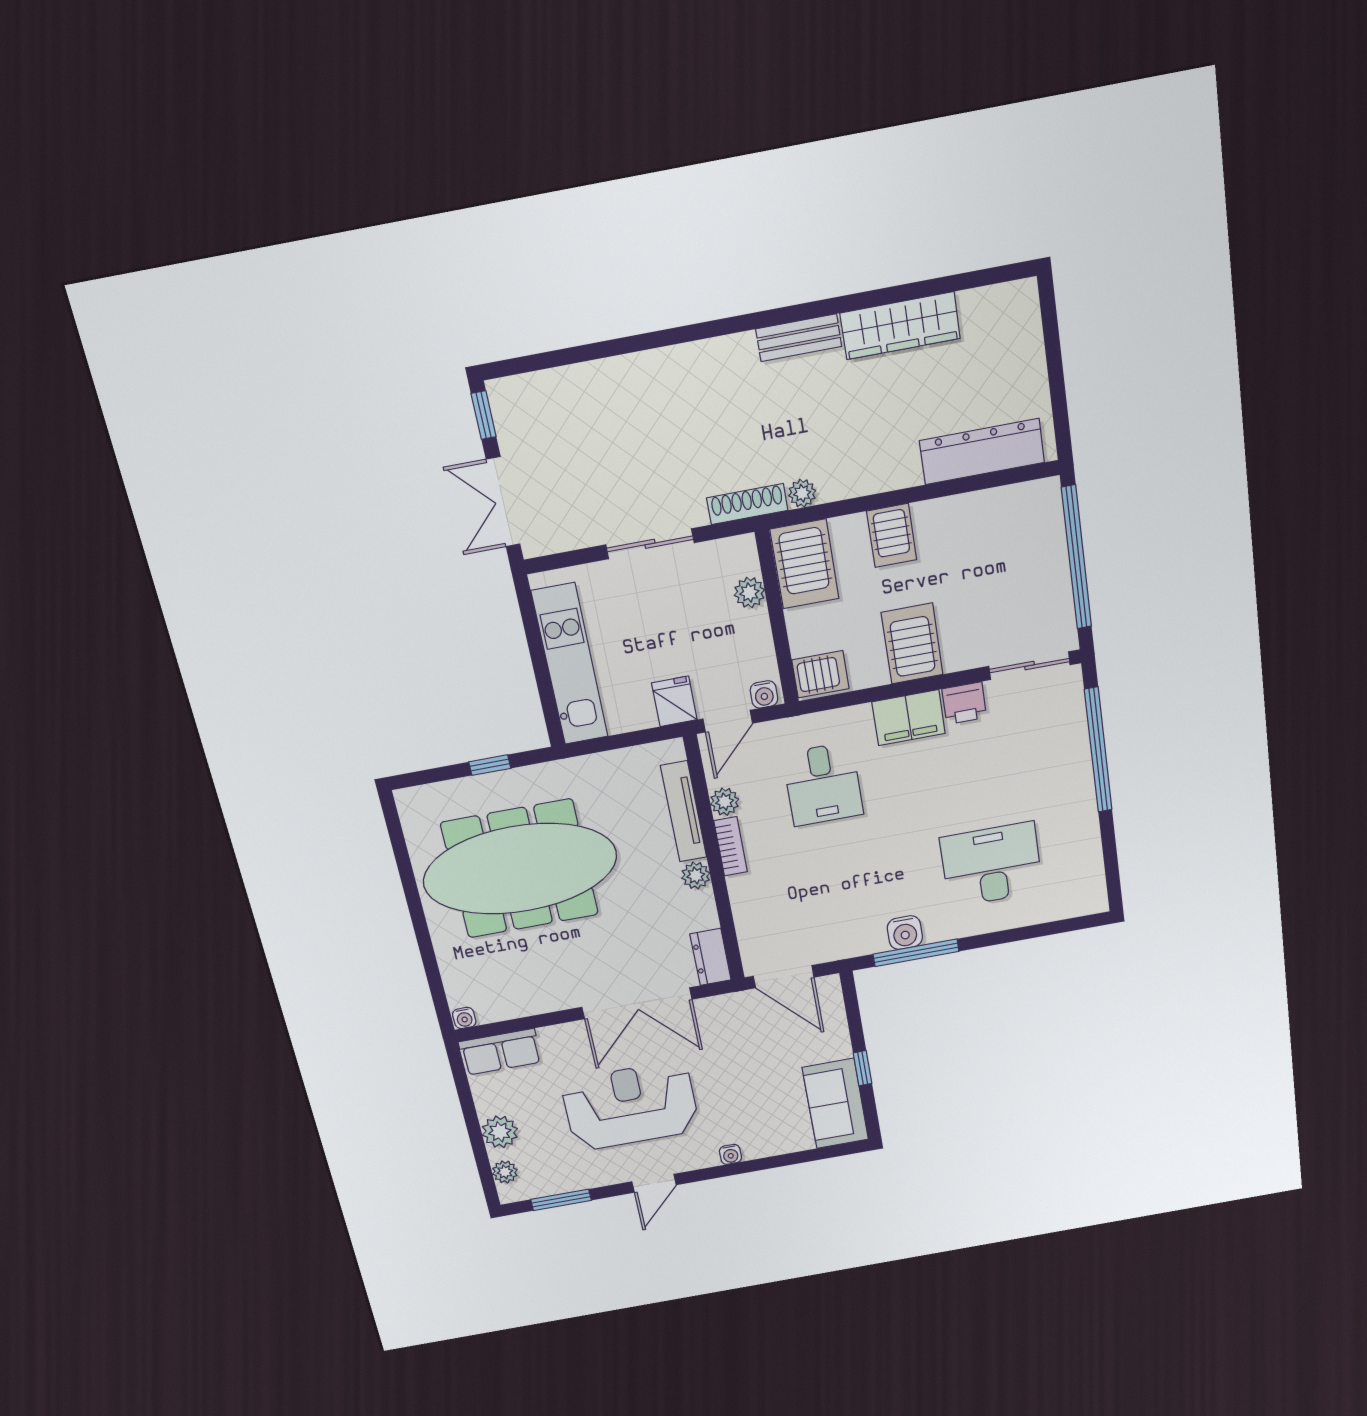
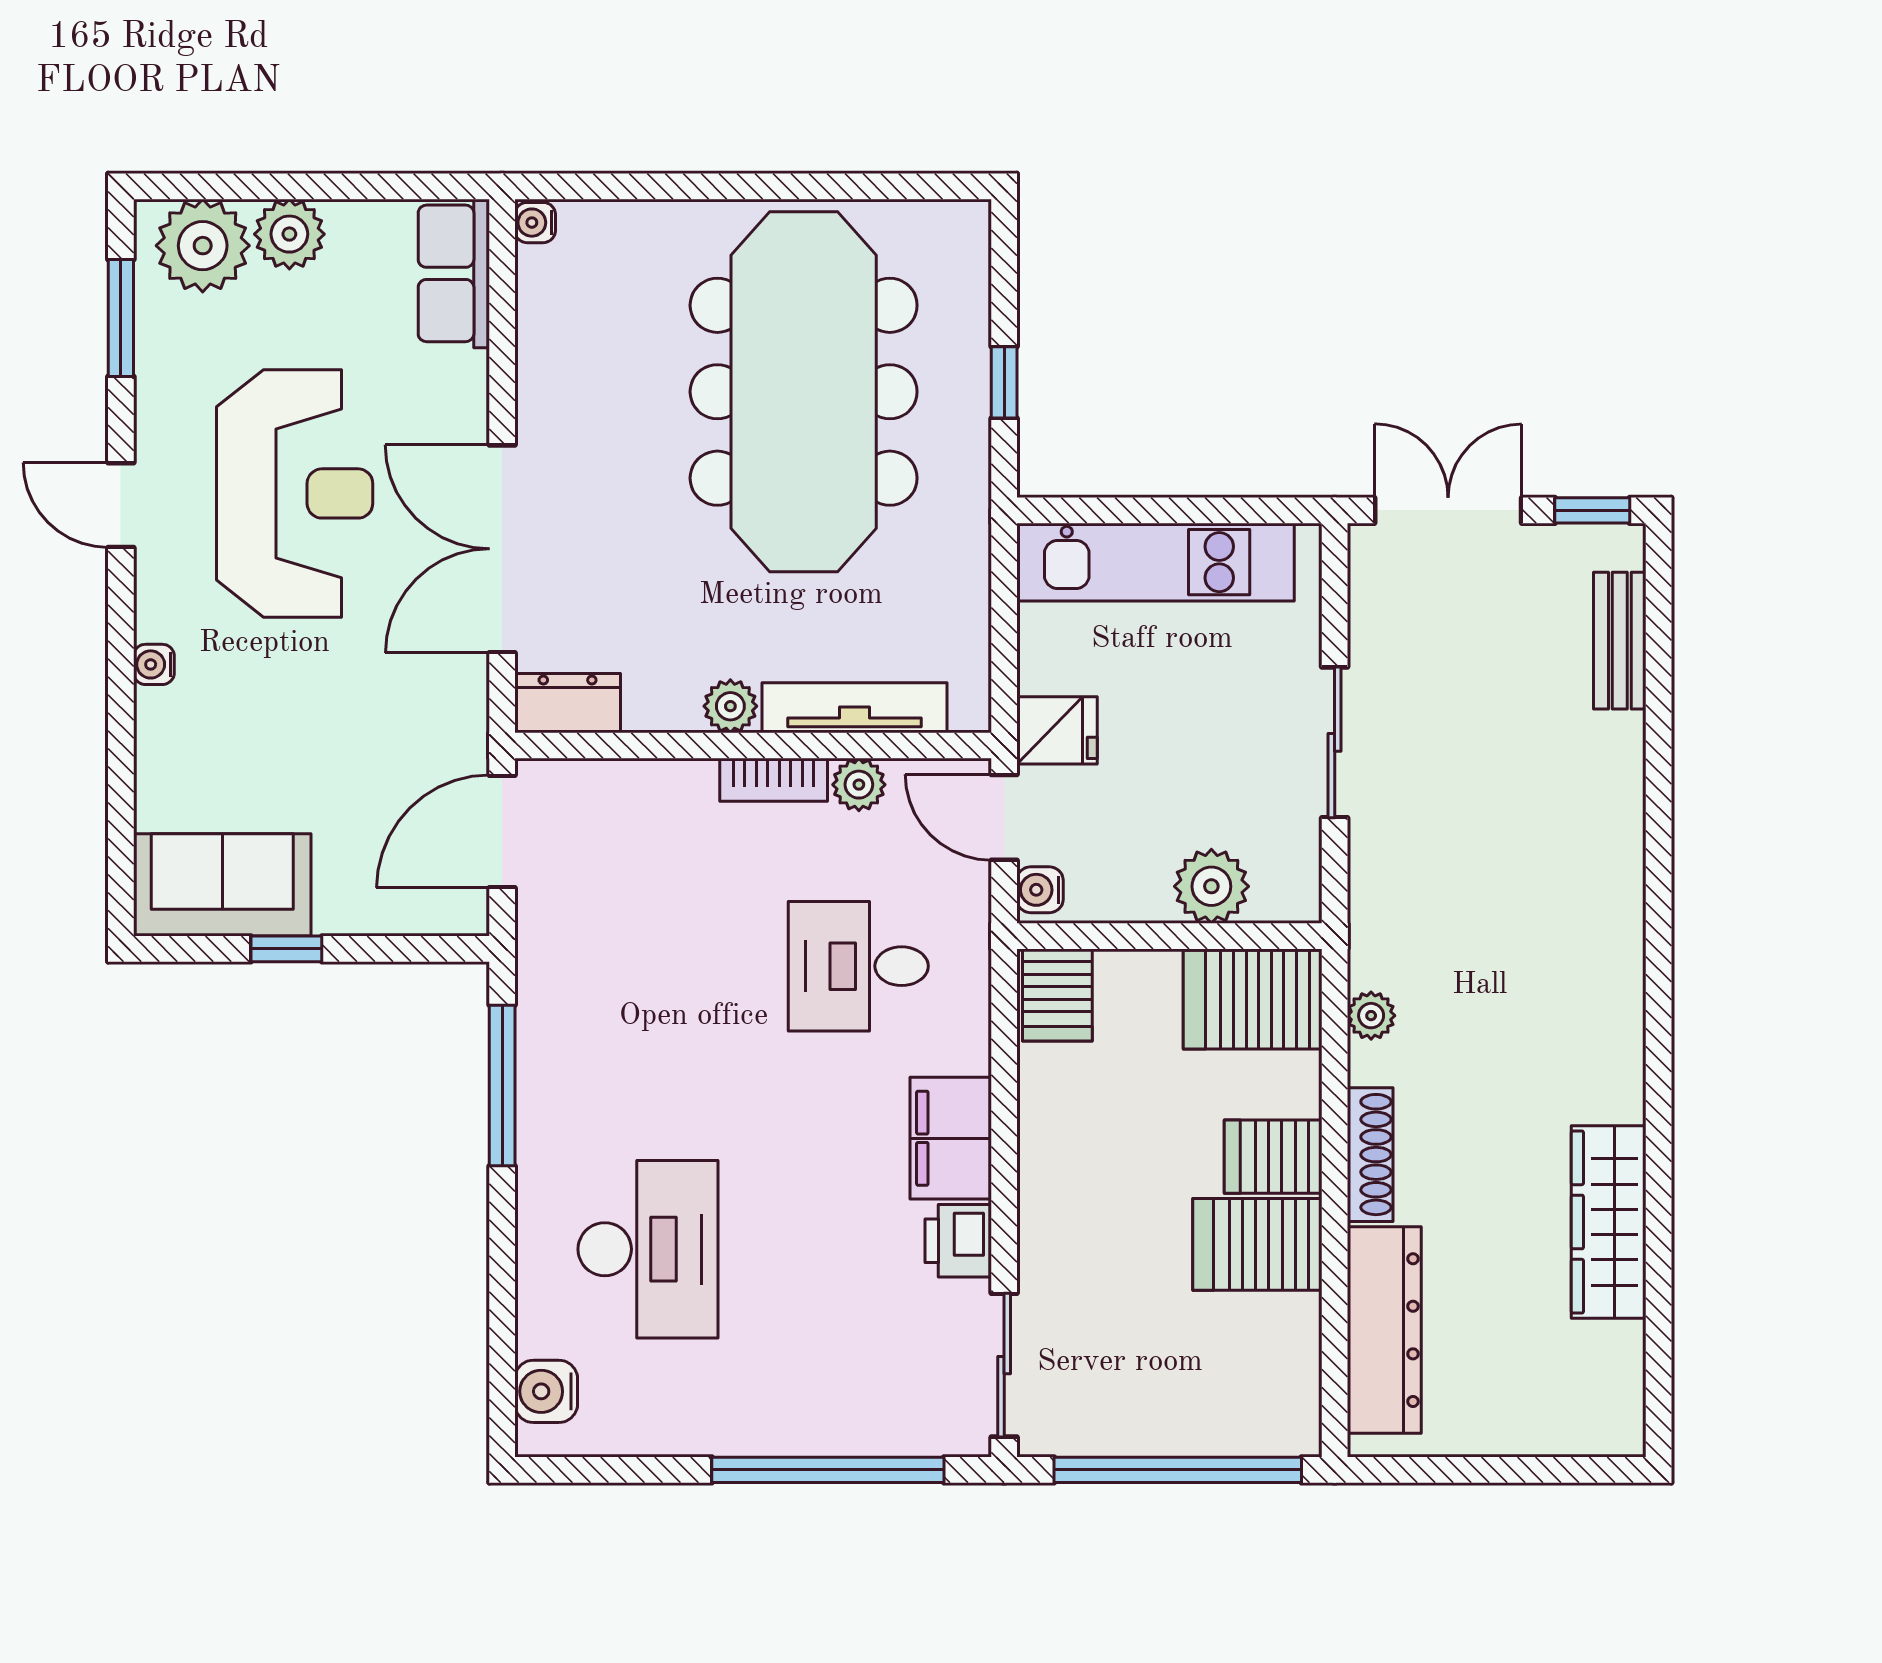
bench: (799, 338) -> (1620, 641), moved
shoe rack: (747, 504) -> (1370, 1155), moved
plant: (749, 593) -> (1211, 886), width x1.38, depth x1.38
server rack: (912, 644) -> (1257, 1244), moved, turned 180
water cooler: (905, 933) -> (546, 1391), moved
plant: (505, 1172) -> (203, 246), width x1.87, depth x1.87

